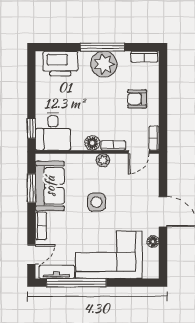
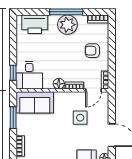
plant: (103, 160) -> (67, 97), removed
sofa: (50, 186) -> (35, 102), moved, turned 90
side table: (96, 202) -> (80, 118), moved

